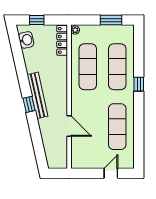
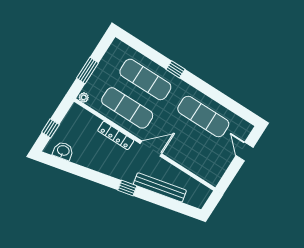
window: (111, 20) -> (87, 71), moved
locker: (62, 40) -> (116, 136), moved
bench: (38, 95) -> (160, 187), moved
door: (69, 126) -> (151, 149), moved

